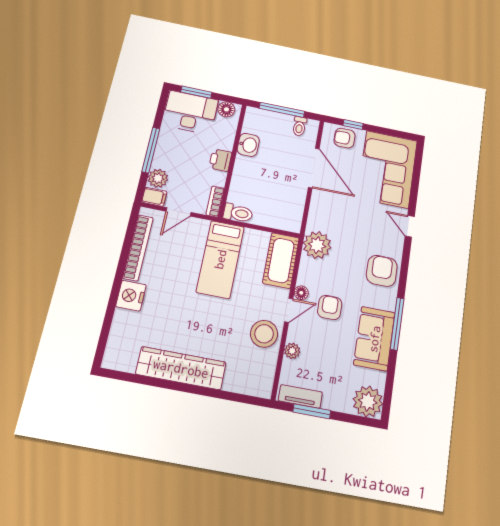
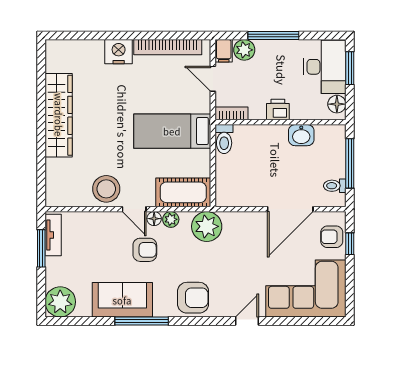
armchair: (345, 138) -> (332, 237), turned -90
plant: (292, 351) -> (171, 219), moved

